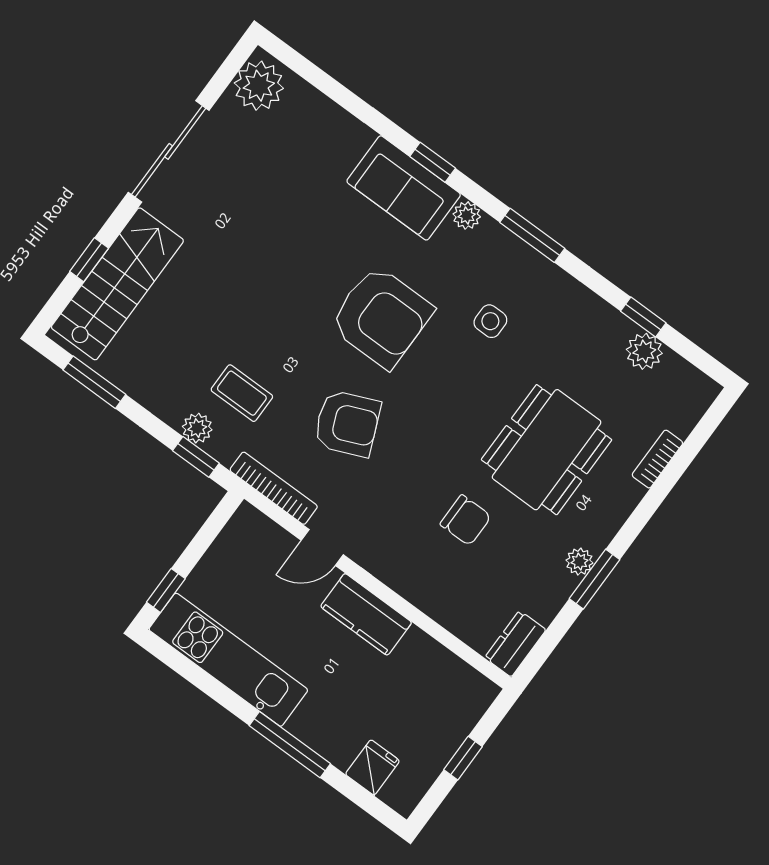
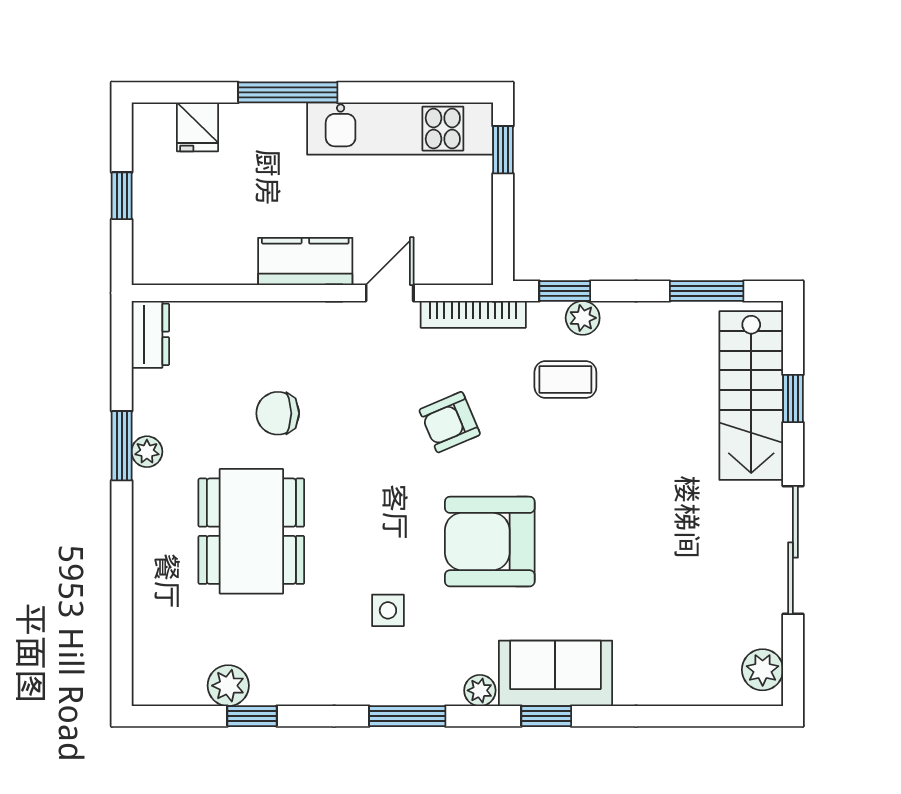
plant: (259, 86) -> (763, 670), width x0.73, depth x0.73
armchair: (347, 423) -> (450, 422), width x0.72, depth x0.72
bookcase: (657, 459) -> (145, 597), removed

